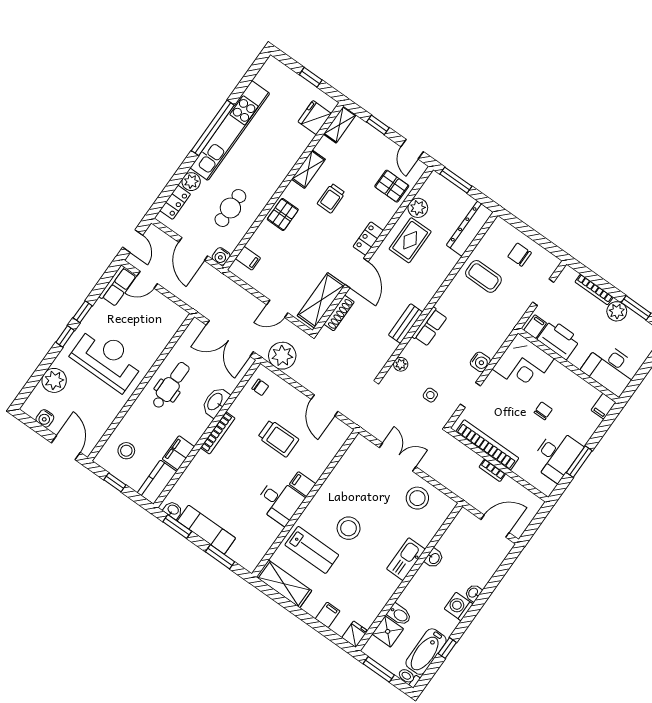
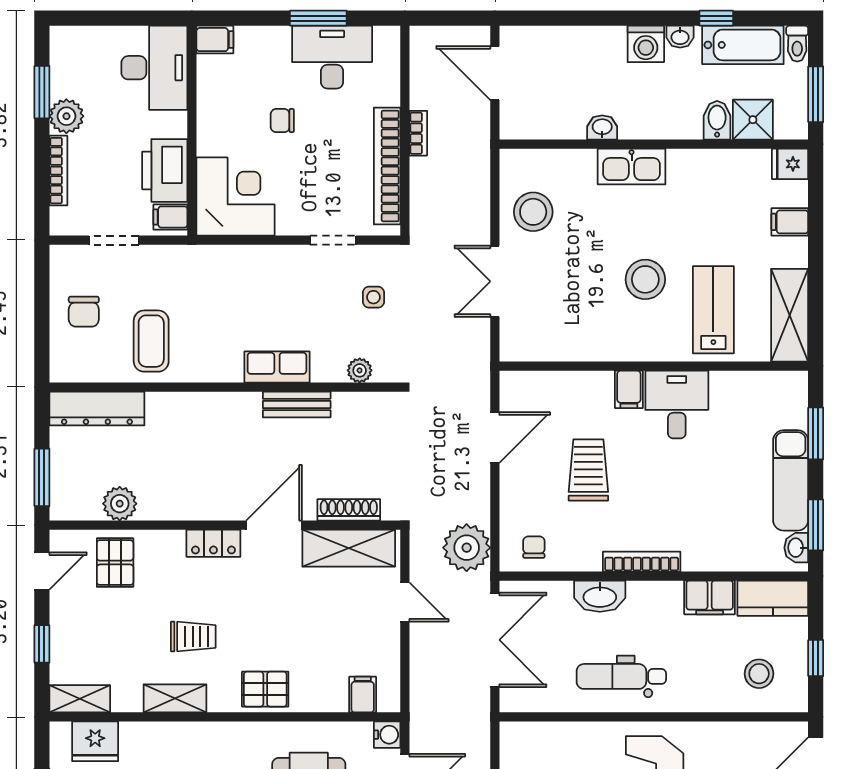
rug: (410, 240) -> (174, 482), removed
water cooler: (480, 362) -> (276, 259), removed
washbasin: (473, 593) -> (680, 37), moved

